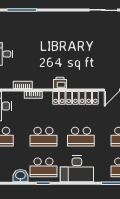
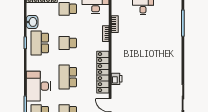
printer: (60, 83) -> (117, 79), moved
school desk: (43, 137) -> (68, 43), width x0.54
desk: (77, 169) -> (38, 86), moved

